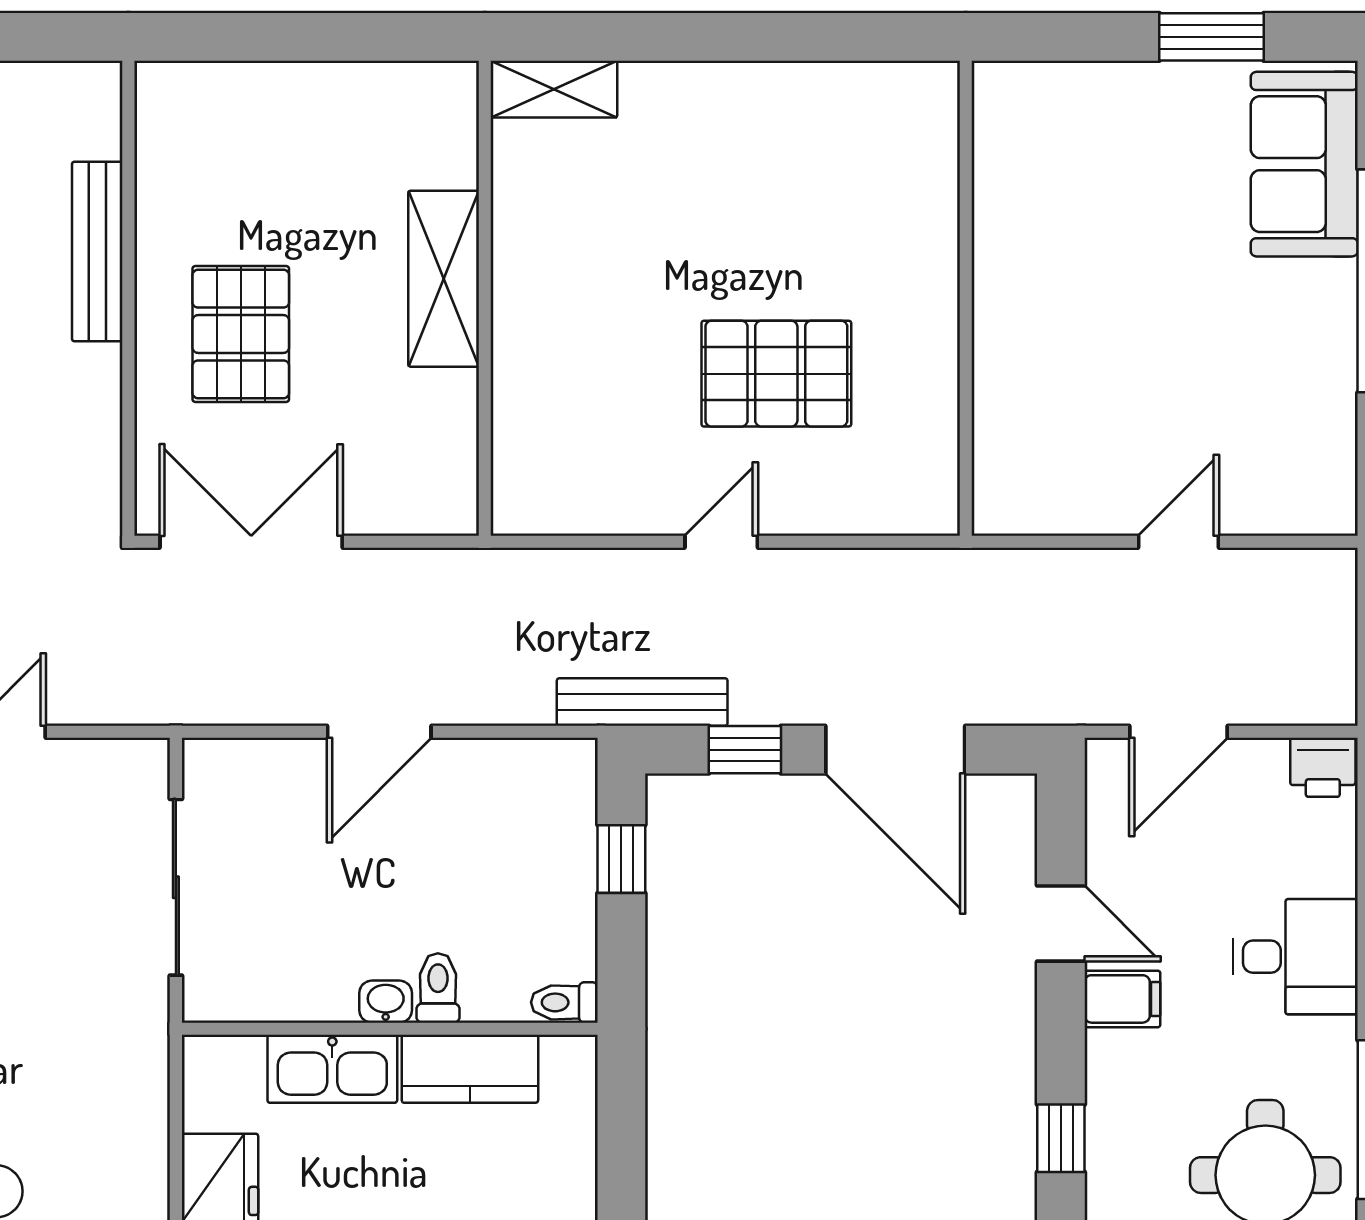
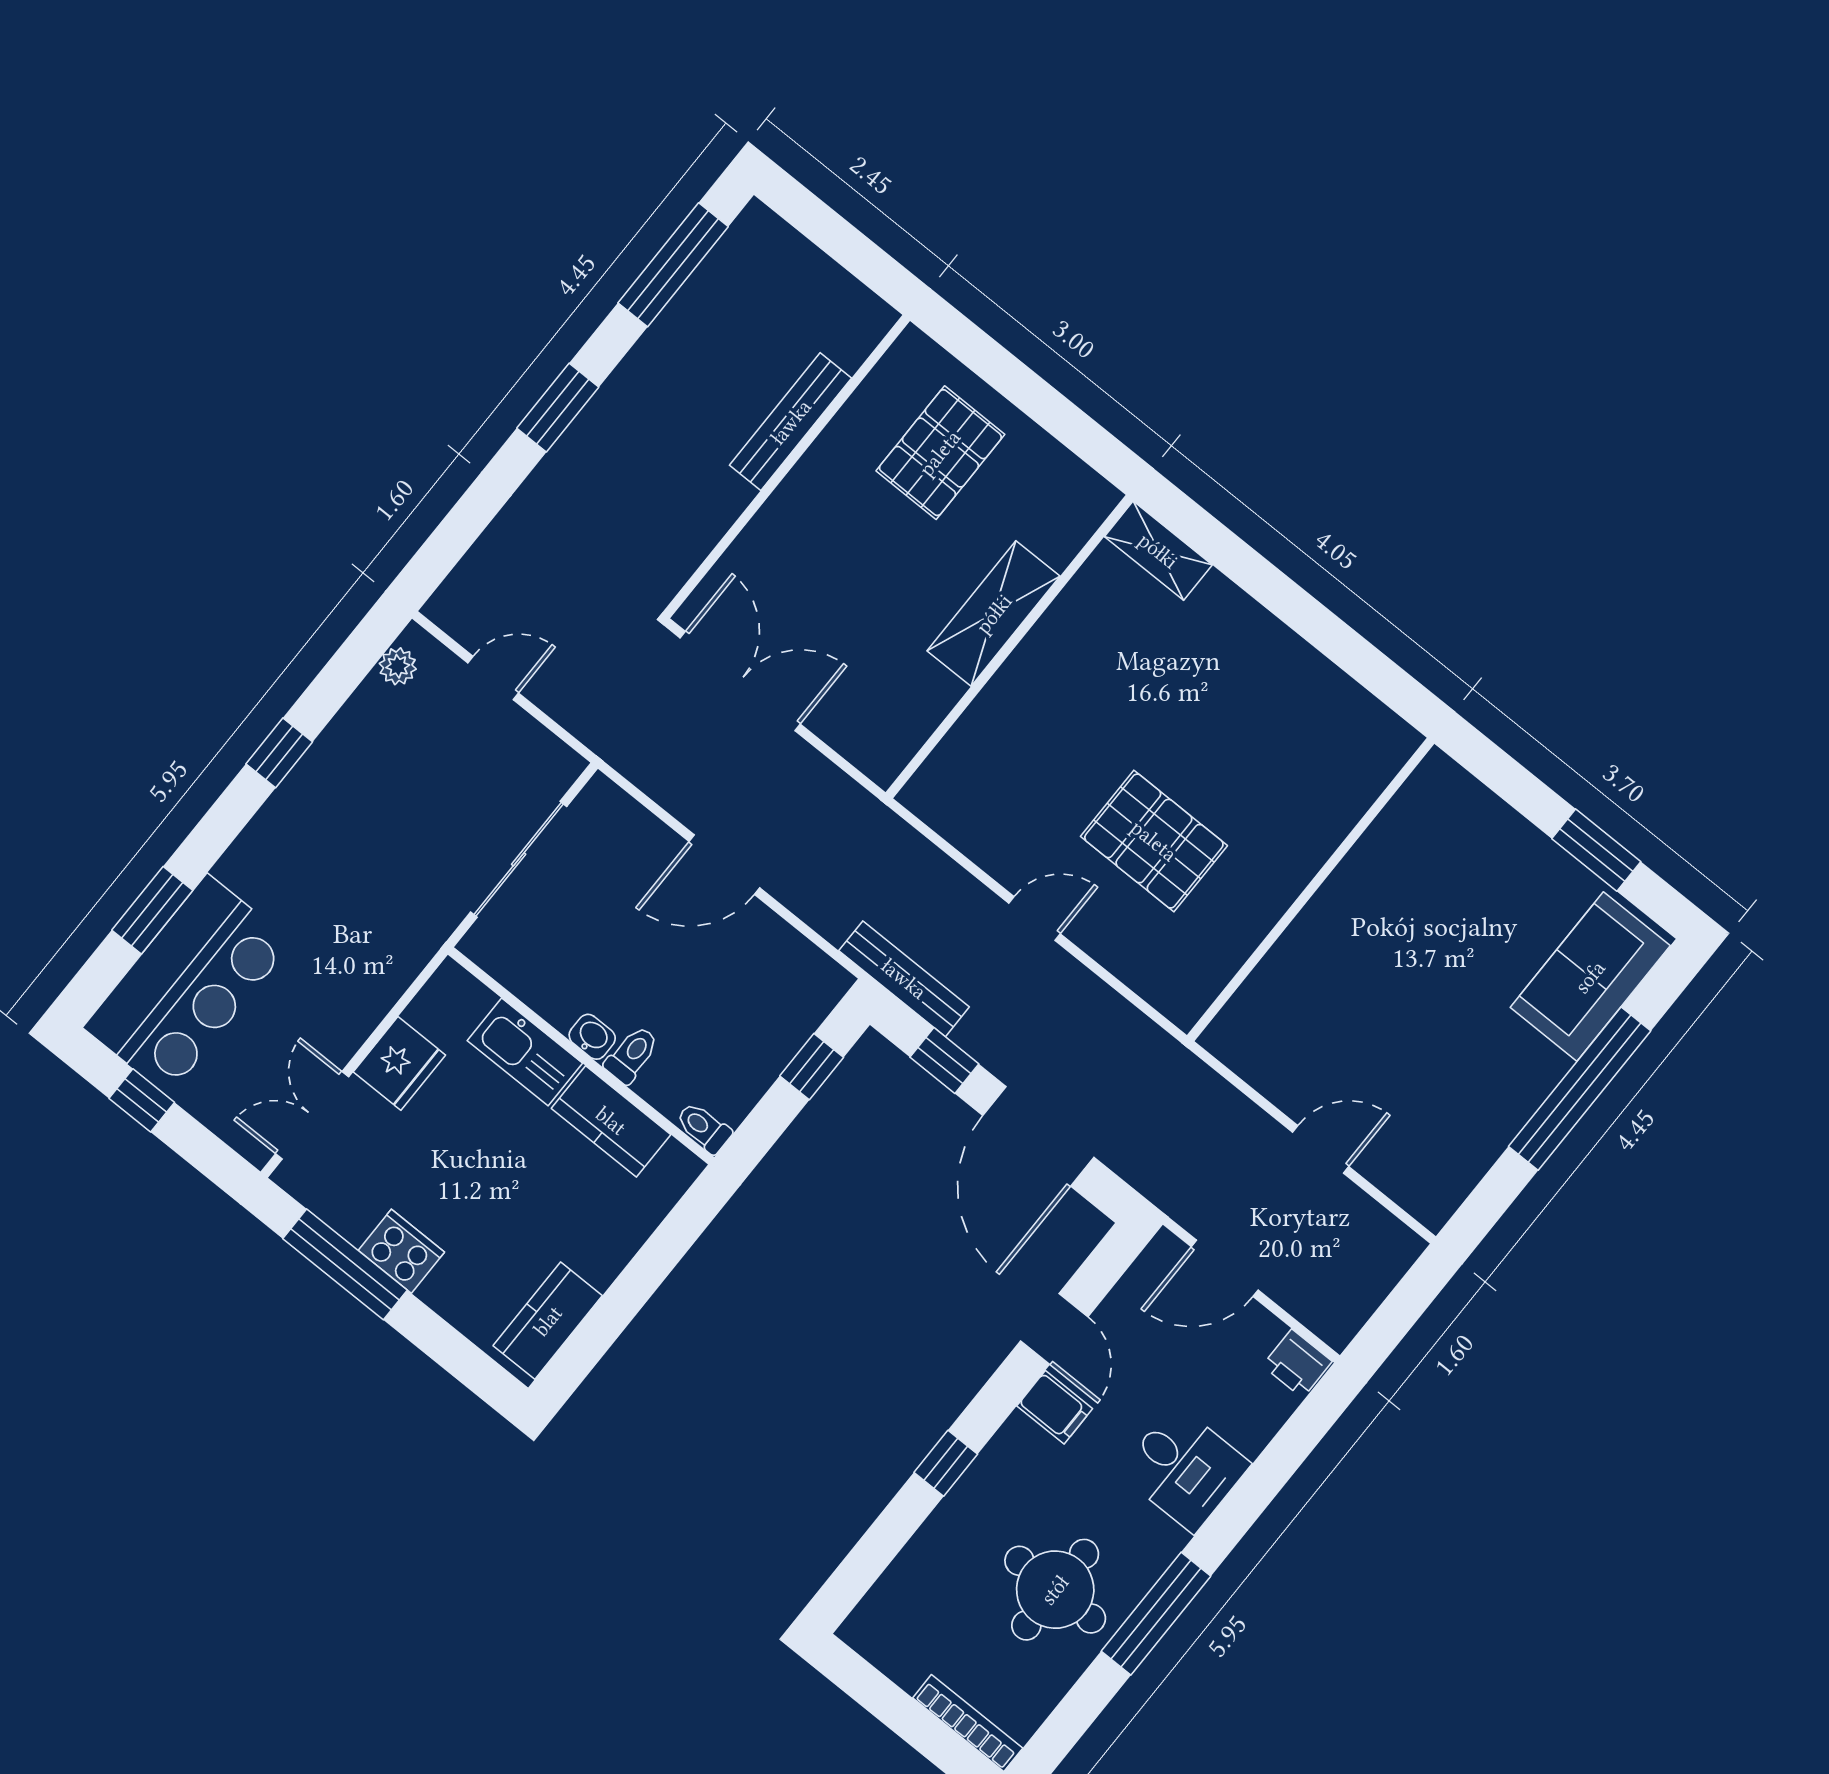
pallet: (241, 334) -> (940, 453), moved

